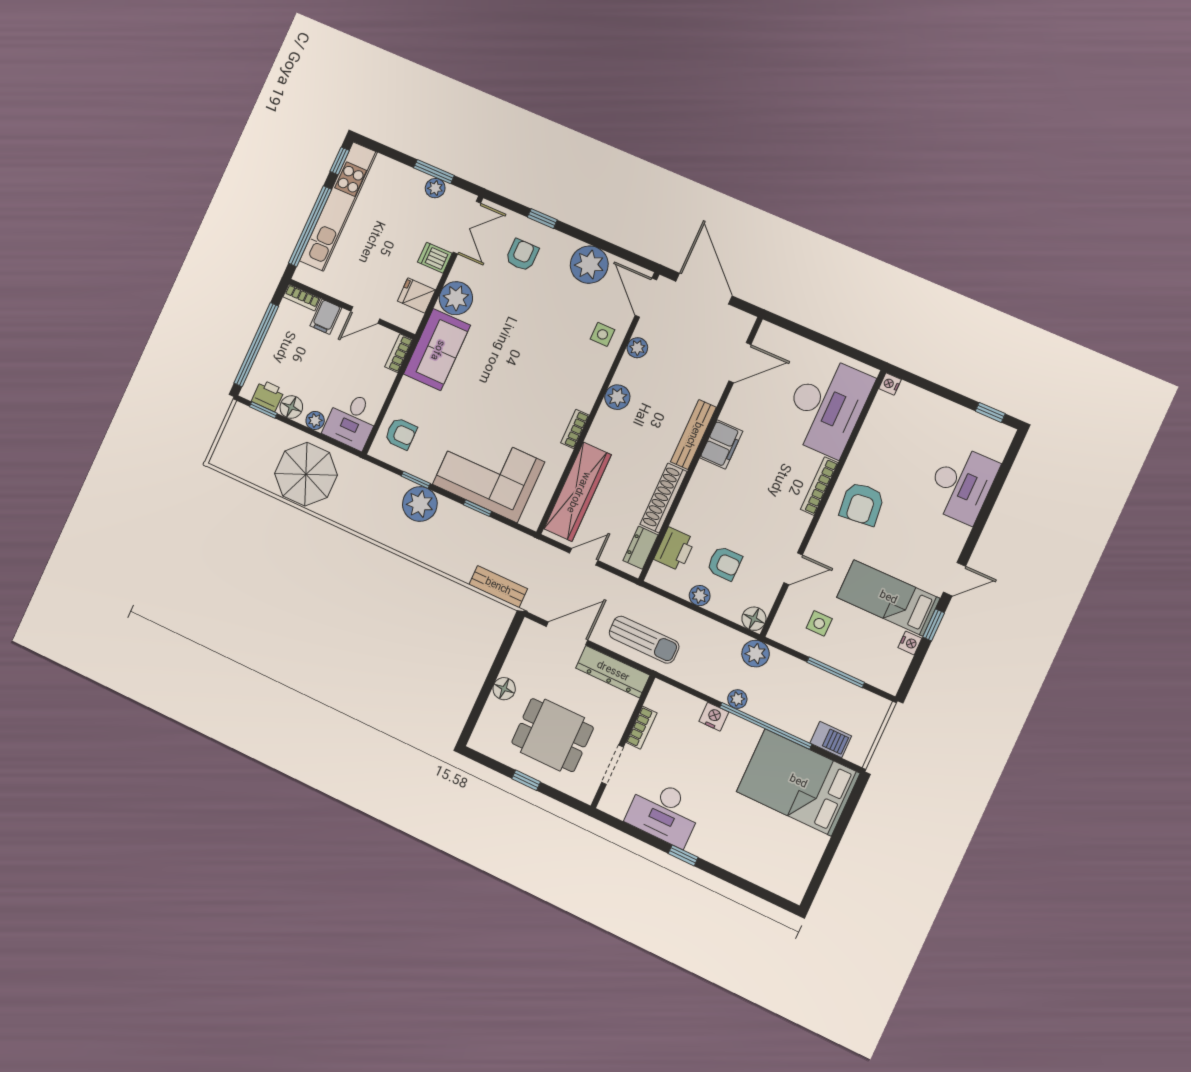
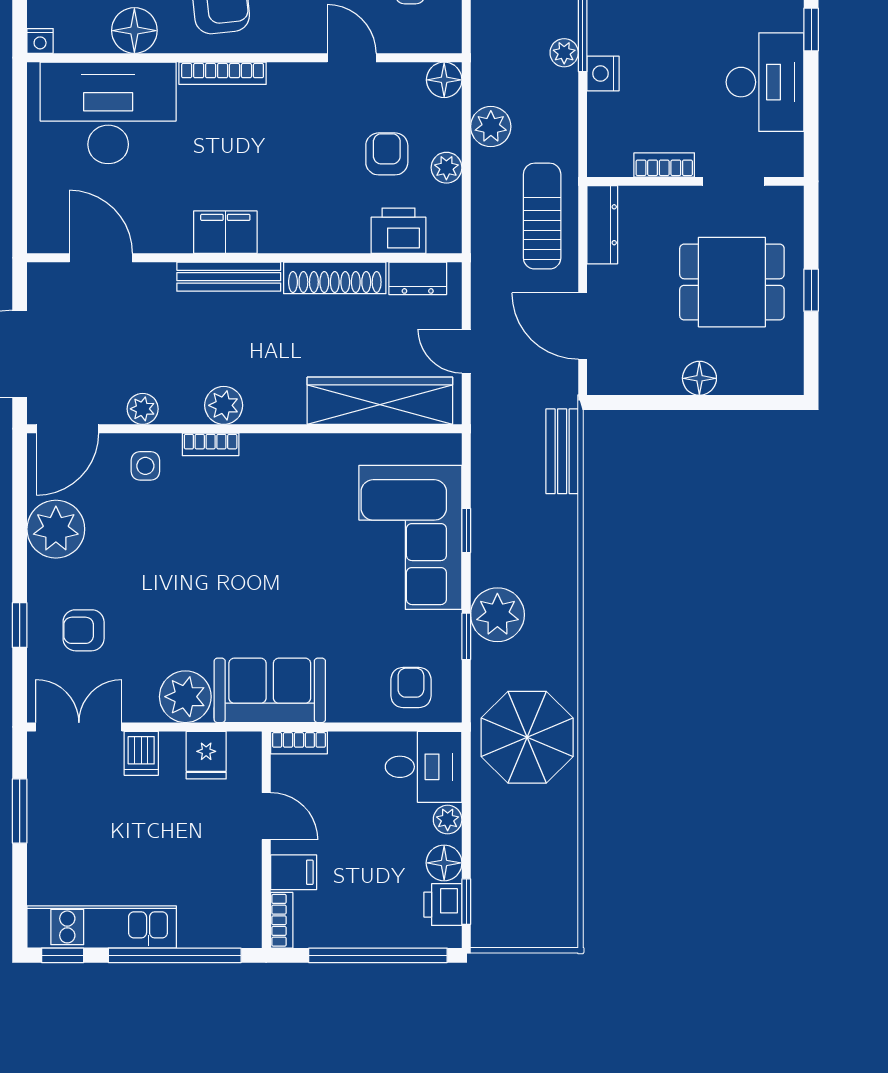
plant: (435, 188) -> (42, 798), removed
kitchen unit: (338, 207) -> (102, 927), width x0.73
bookcase: (575, 429) -> (211, 444), moved
floor lamp: (870, 444) -> (134, 31), added
parasol: (306, 474) -> (527, 737), moved
plant: (756, 654) -> (491, 127), moved
dresser: (613, 672) -> (602, 225), width x0.73, depth x0.80
dining table: (552, 735) -> (732, 282), turned 90

